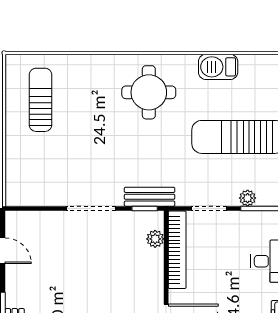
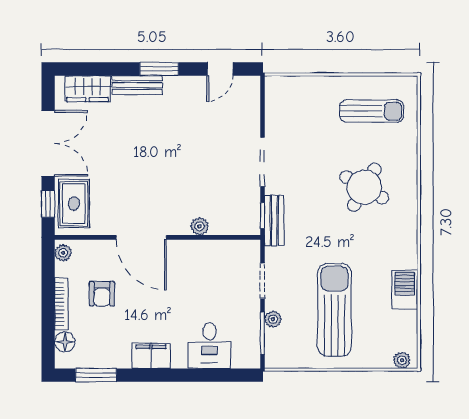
round table: (149, 92) -> (364, 187), moved, turned 30
plant: (155, 239) -> (200, 226), moved
bookcase: (177, 250) -> (221, 248), removed

